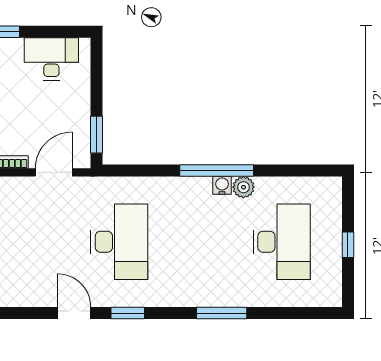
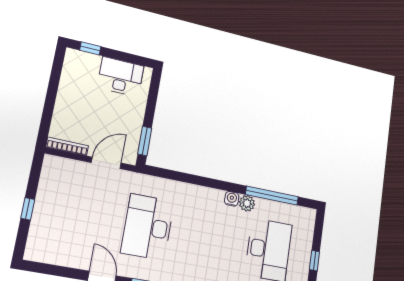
window: (217, 170) -> (272, 196), moved
desk: (119, 242) -> (148, 227), turned 180

